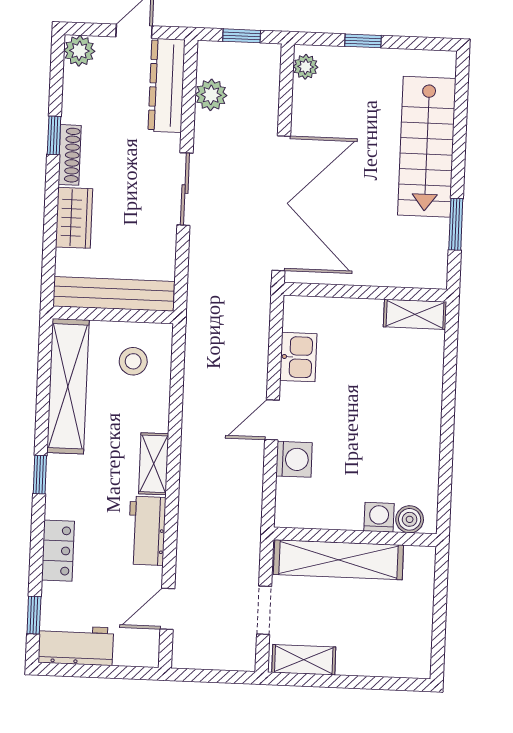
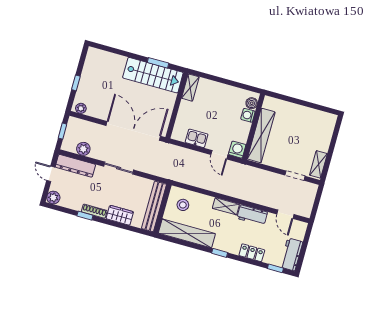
stairs: (427, 147) -> (153, 75), moved
washing machine: (379, 517) -> (248, 115), moved
boiler: (410, 519) -> (252, 103), moved
wall: (355, 537) -> (254, 127), moved
shelving: (338, 560) -> (261, 135), moved

